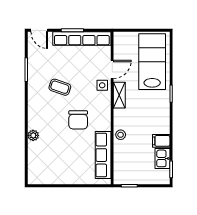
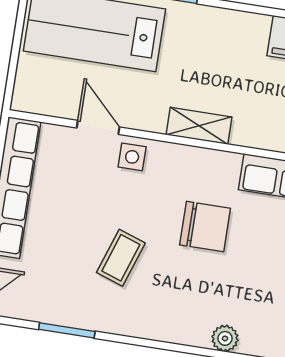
shelving: (119, 95) -> (199, 126), moved
stool: (121, 135) -> (256, 132), removed

